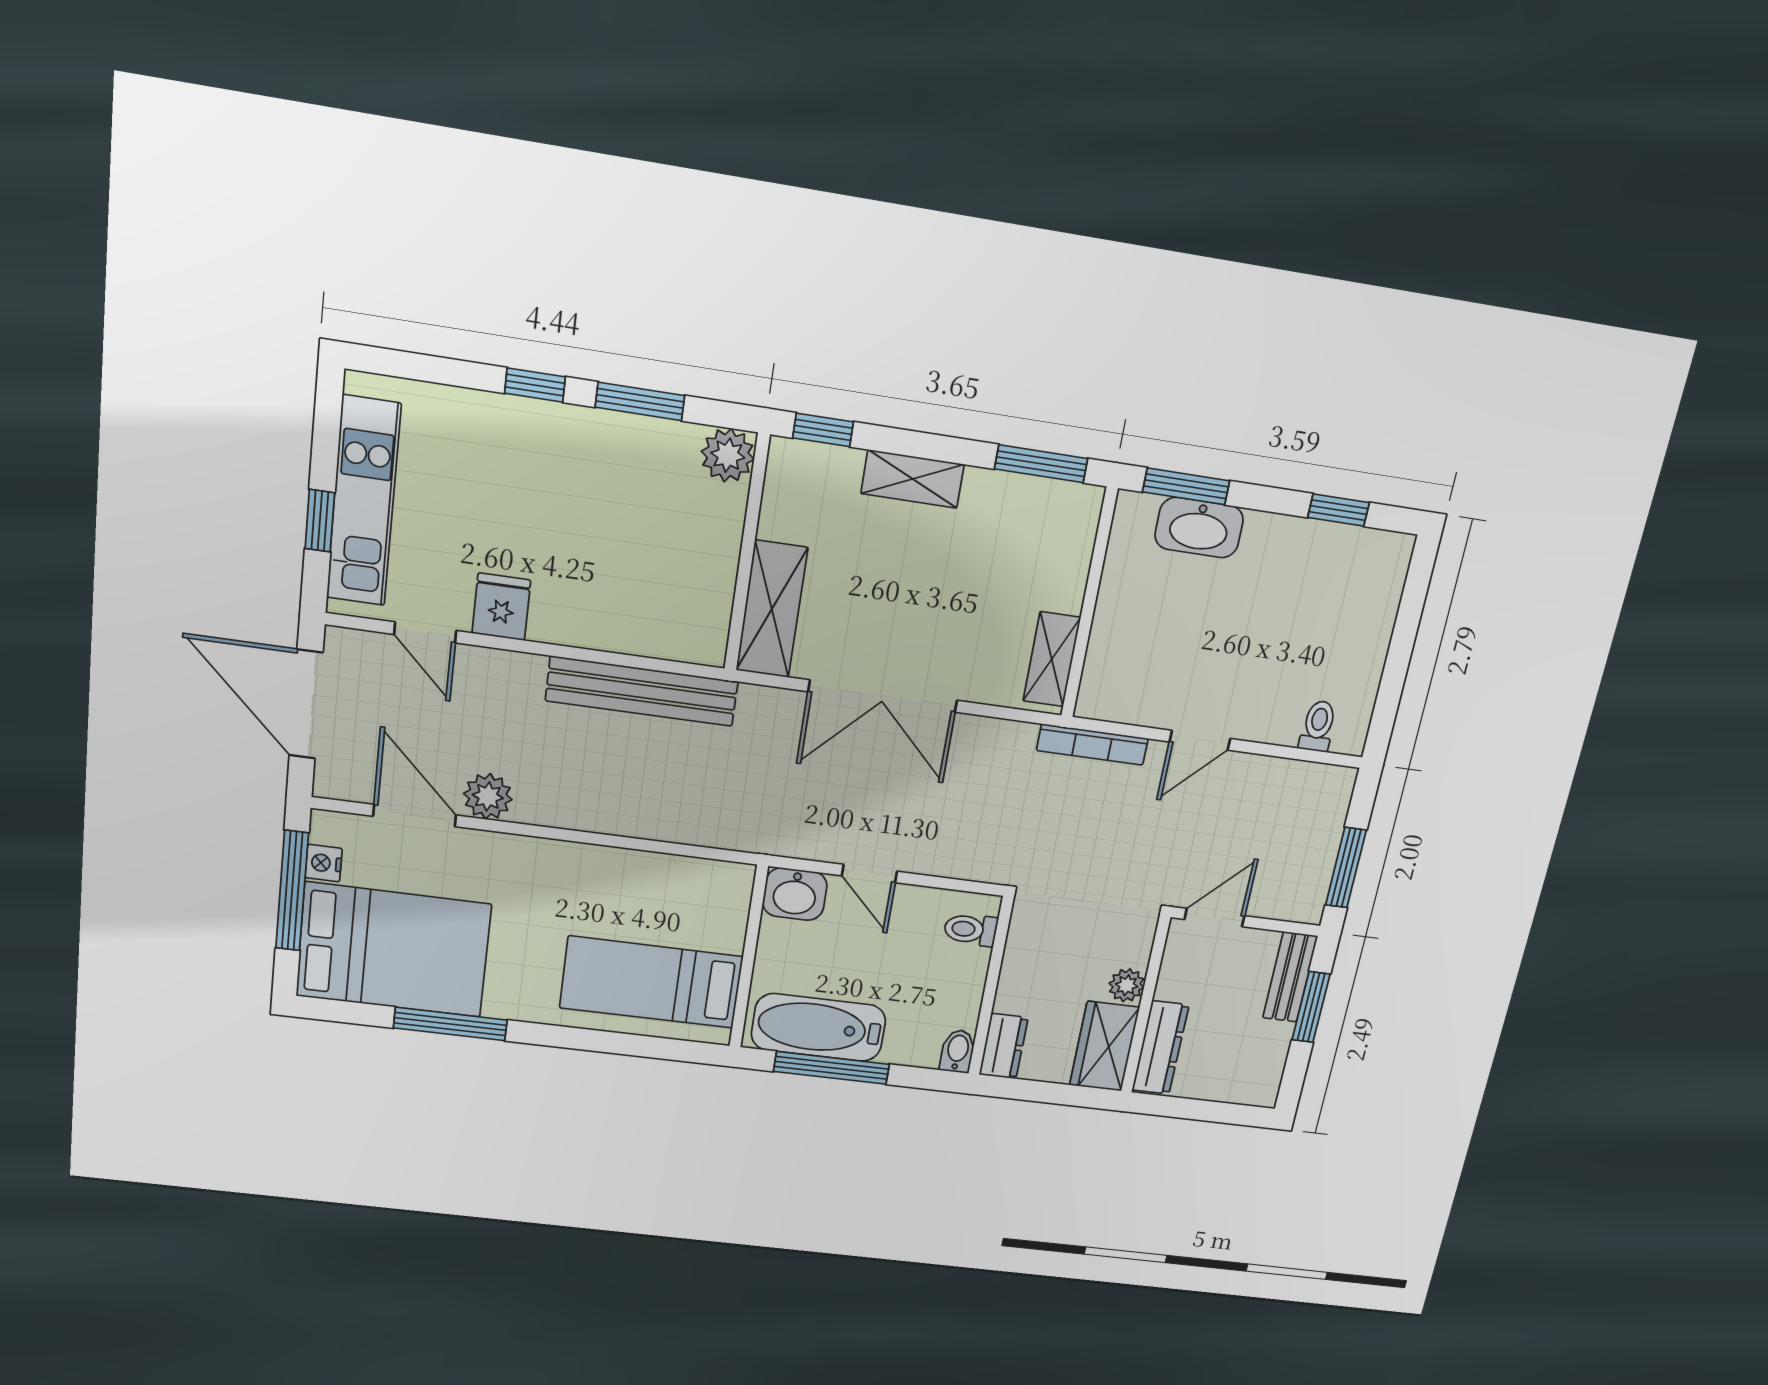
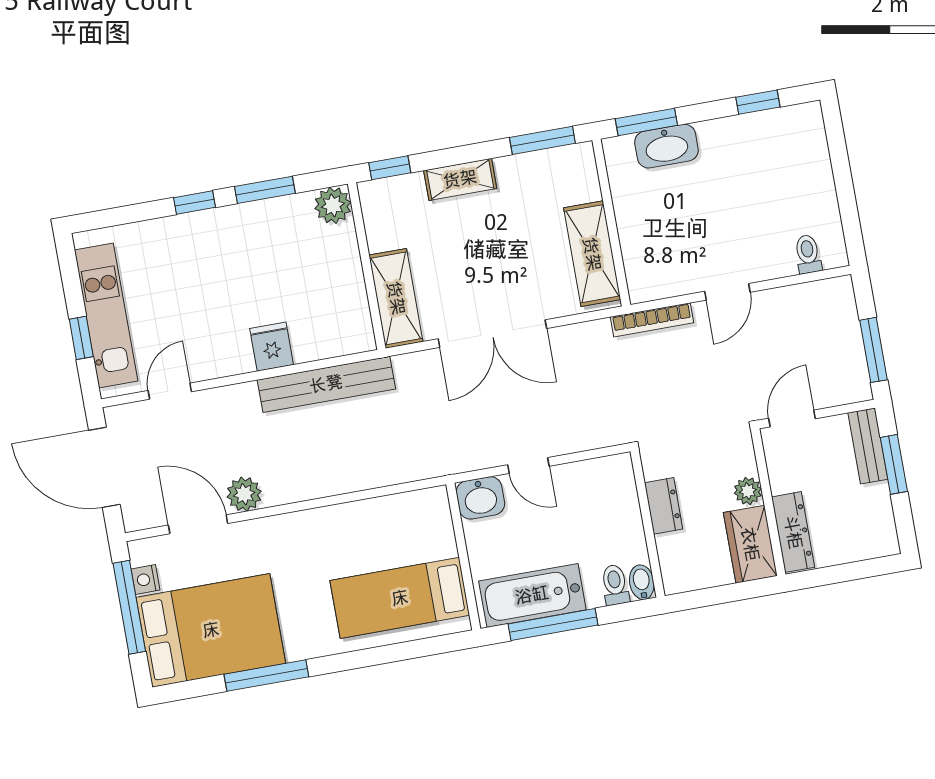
fridge: (501, 607) -> (272, 347), moved
door: (425, 632) -> (170, 391), swing flipped
shelving: (1052, 659) -> (592, 254), width x1.50, depth x1.33
toilet: (971, 930) -> (615, 585), moved, turned 90
dresser: (1004, 1046) -> (664, 506), moved

